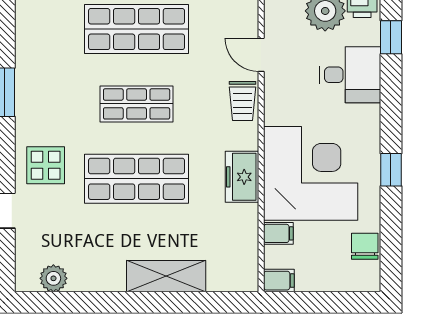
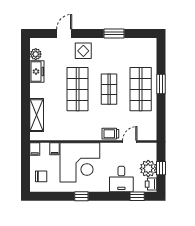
freezer: (242, 177) -> (37, 72), moved, turned 90
chair: (365, 246) -> (41, 176), moved
shelving: (166, 276) -> (37, 115), moved

